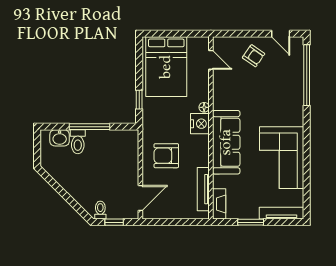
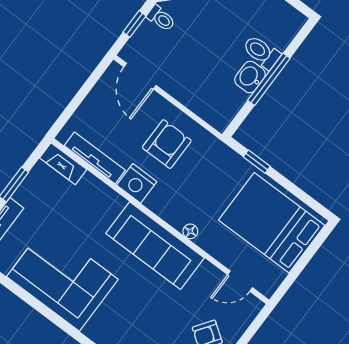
nightstand: (200, 124) -> (137, 183), moved
washbasin: (60, 138) -> (250, 77), moved
sofa: (226, 142) -> (155, 246), moved

